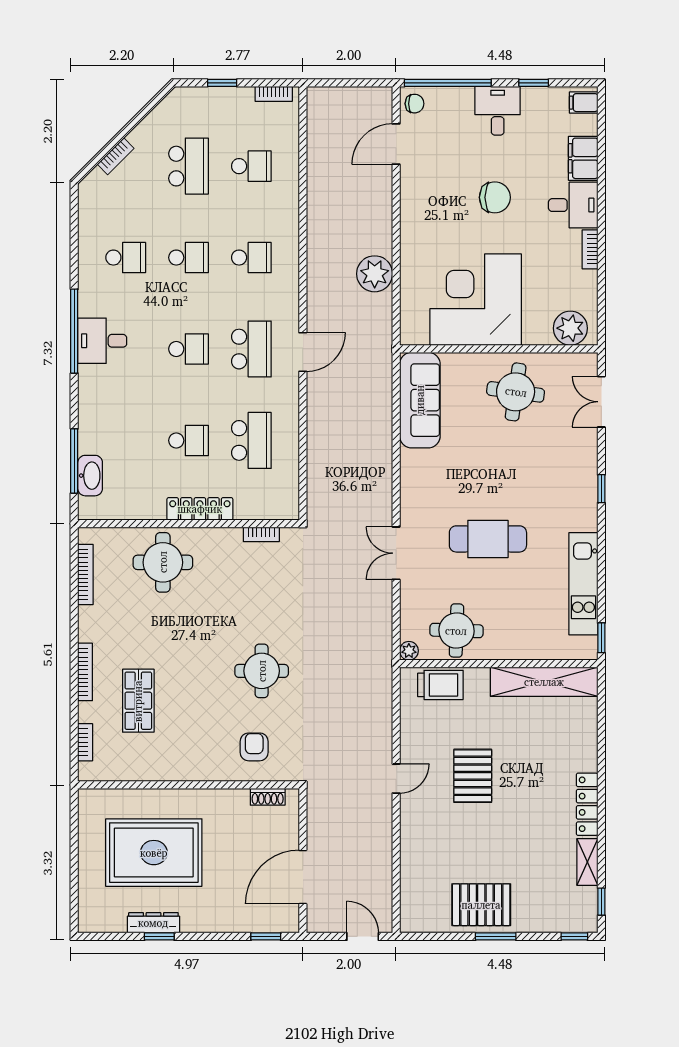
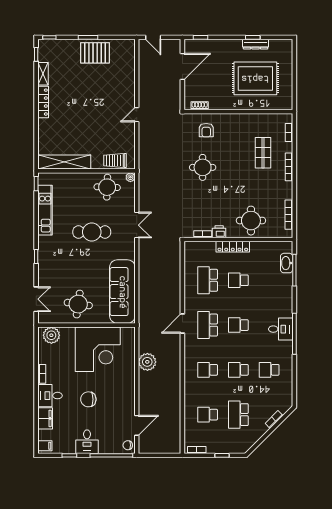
sofa: (420, 400) -> (122, 292), width x1.36, depth x1.27
printer: (228, 539) -> (219, 232), added
pallet: (473, 776) -> (99, 116), removed

